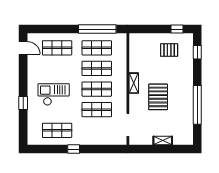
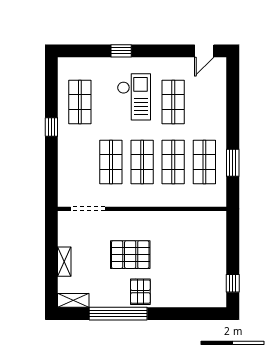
window: (97, 29) -> (233, 163), width x0.47
shop shelf: (57, 48) -> (173, 102), moved
pallet: (169, 50) -> (140, 292), moved
window: (197, 52) -> (198, 314), removed
shelving: (134, 83) -> (73, 300), moved

